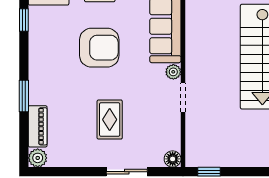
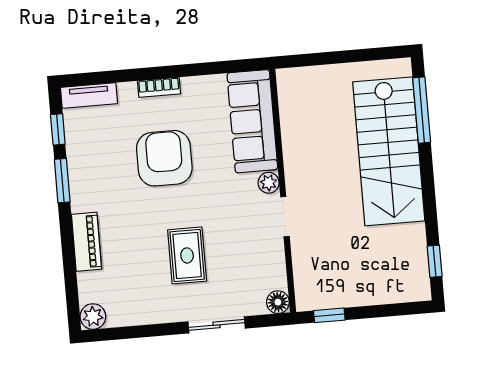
armchair: (99, 48) -> (164, 158), turned -90
window: (24, 96) -> (62, 181), moved
piano: (38, 126) -> (86, 242), moved

